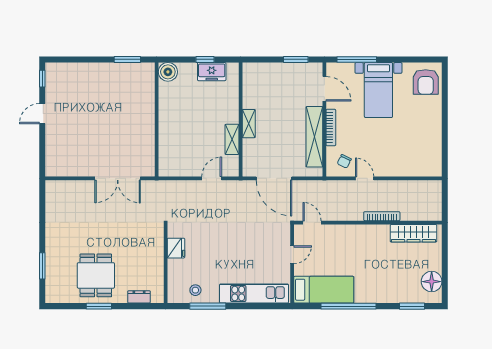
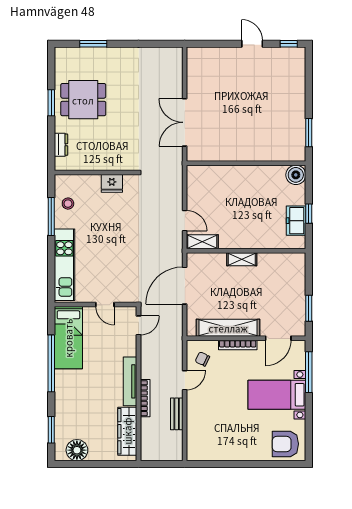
shelving: (232, 139) -> (202, 242), moved
bench: (397, 186) -> (177, 414), added
tv unit: (366, 231) -> (130, 381), added

